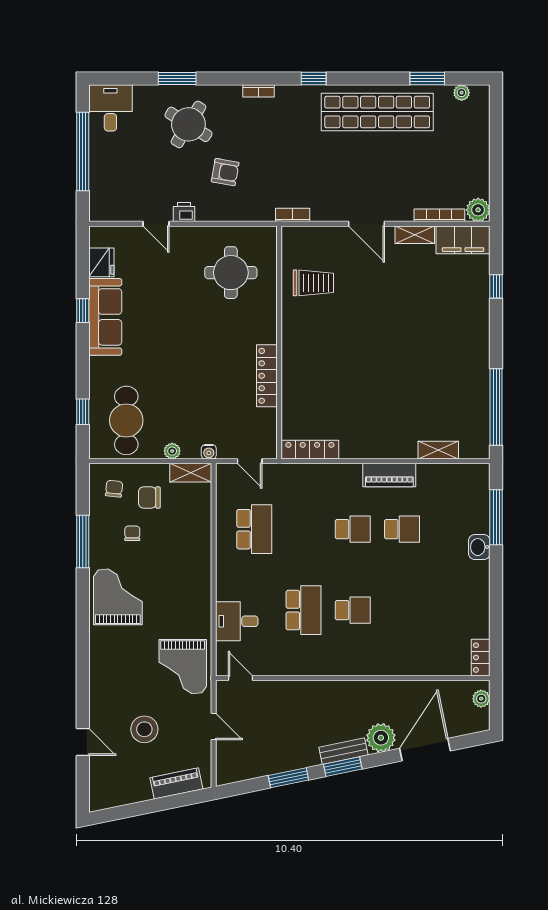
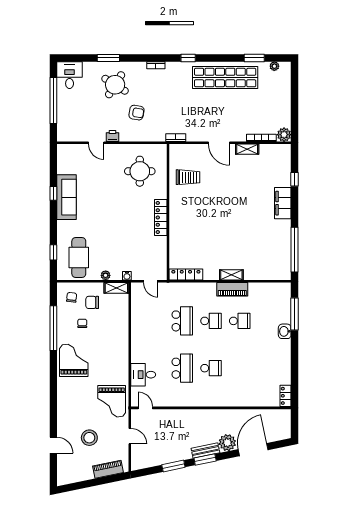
filing cabinet: (463, 240) -> (283, 203), moved, turned 90
fridge: (101, 262) -> (64, 165), removed
locker: (267, 376) -> (161, 217), moved
shelving: (438, 450) -> (231, 275), moved
school desk: (254, 529) -> (182, 321), moved
window: (83, 542) -> (53, 328), width x1.46
plant: (481, 699) -> (286, 420), removed

